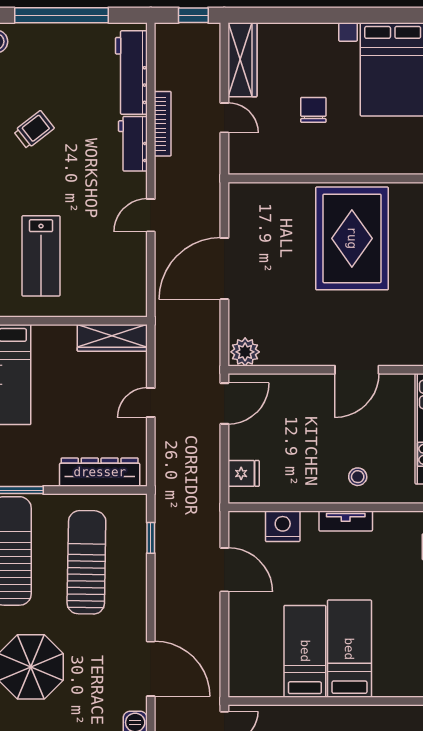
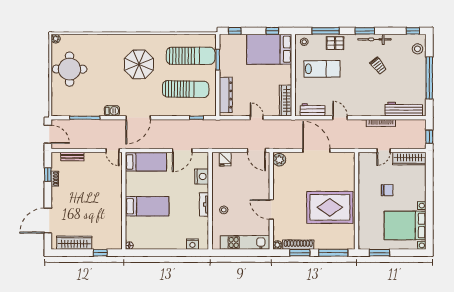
workbench: (133, 144) -> (313, 110), moved
lab bench: (41, 256) -> (322, 69), turned 180
bed: (305, 651) -> (146, 162), moved

